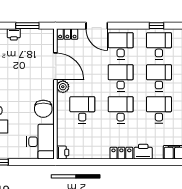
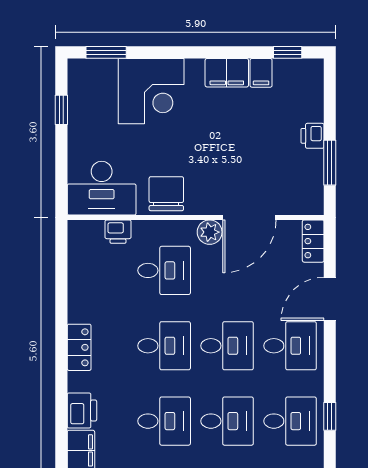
chair: (43, 109) -> (166, 194), turned 90
printer: (63, 152) -> (118, 232), moved
printer: (143, 152) -> (82, 411), moved

